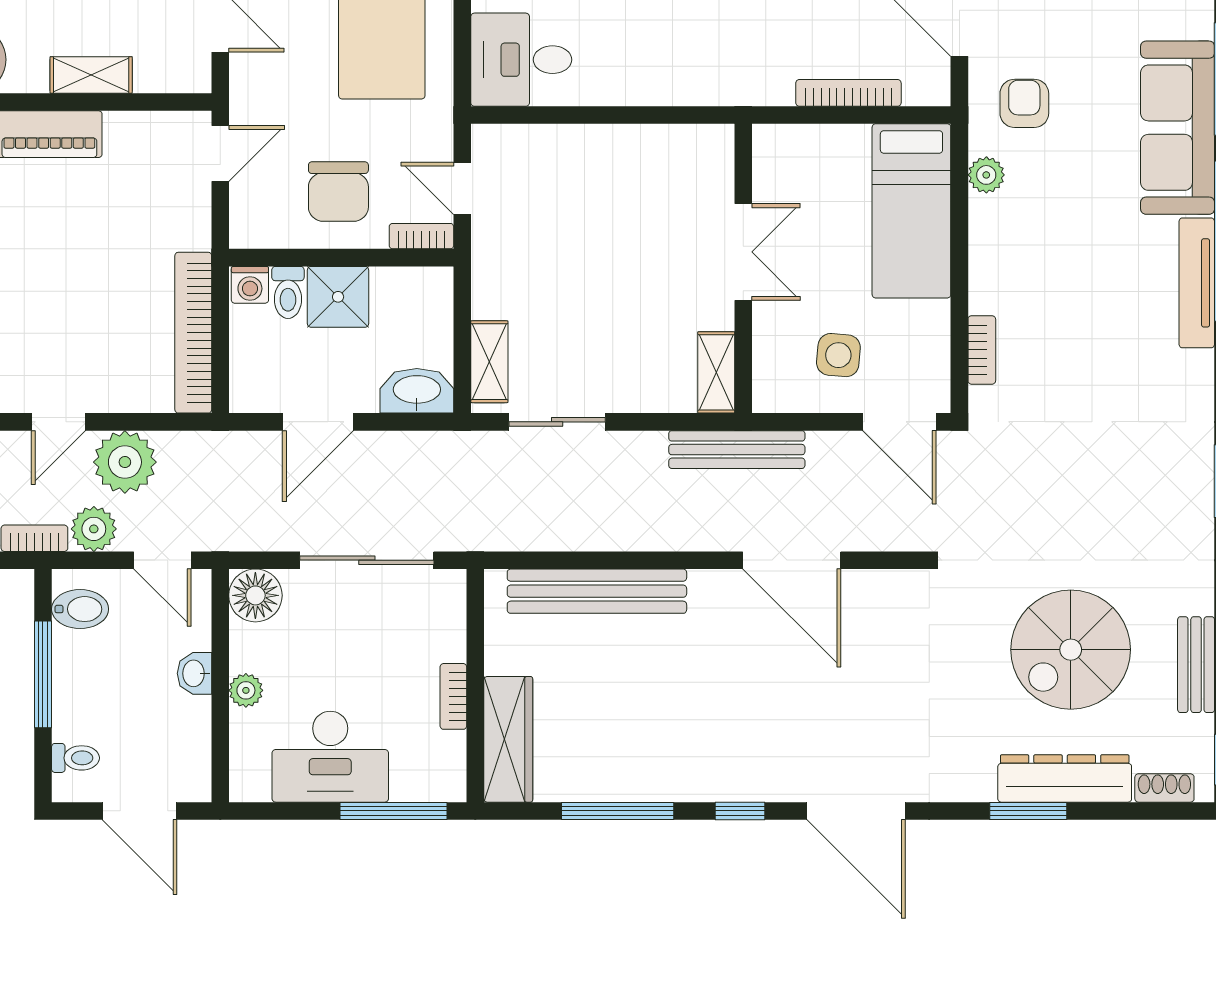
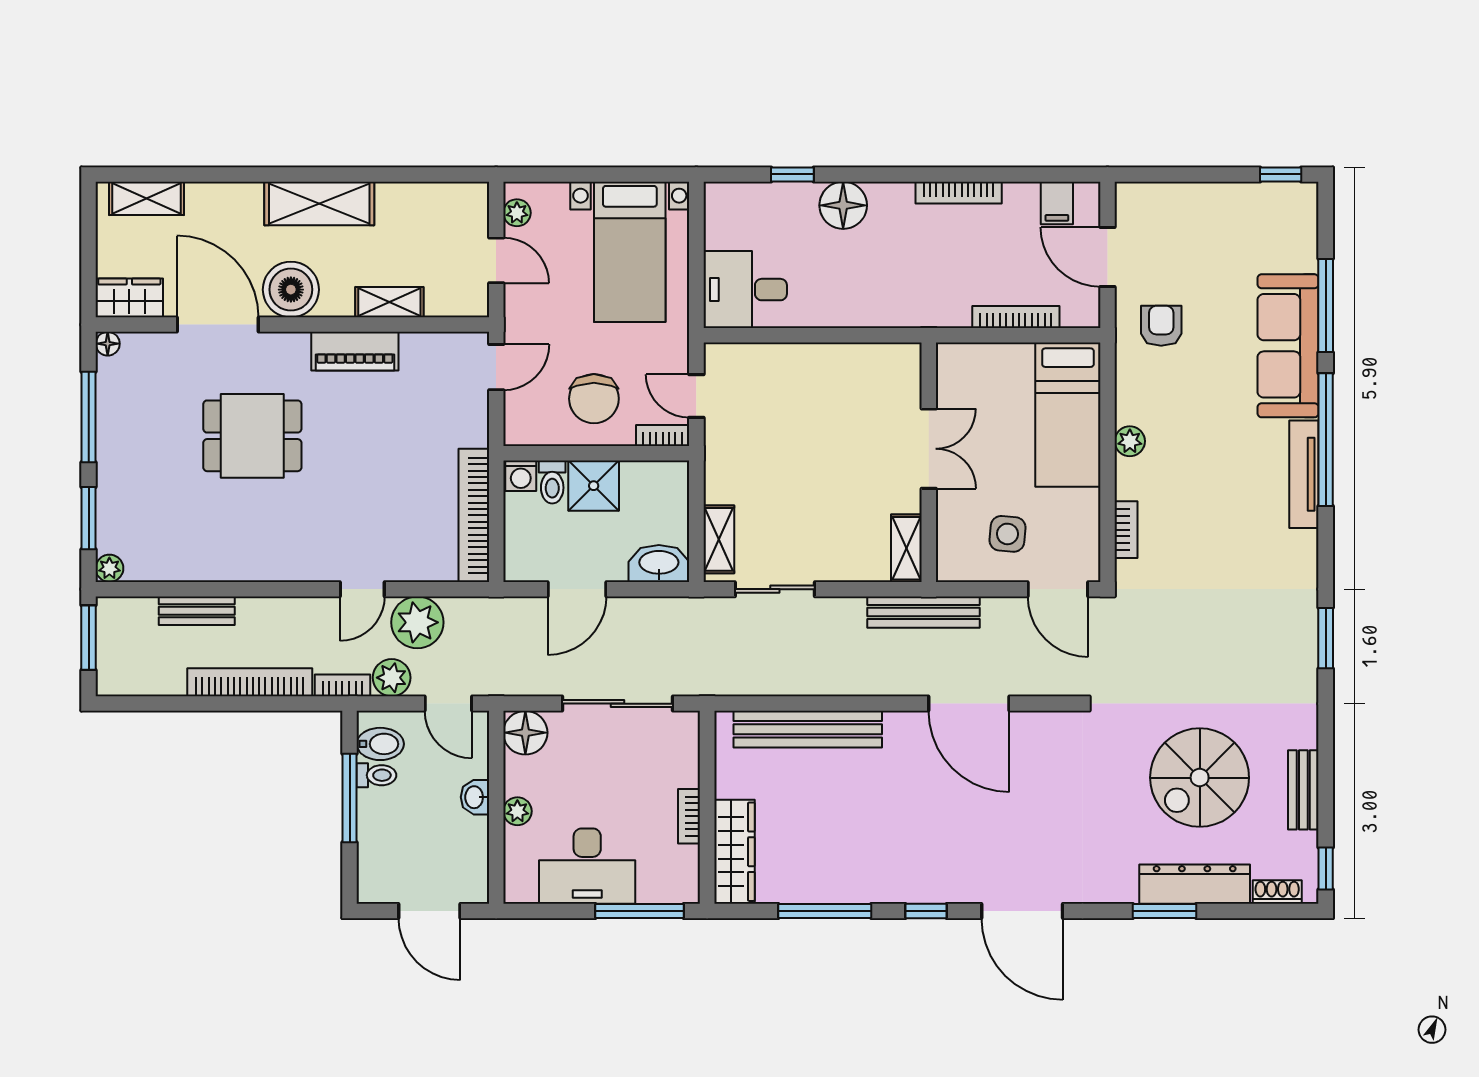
plant: (986, 175) -> (1130, 441), moved
toilet: (75, 758) -> (376, 775), moved

